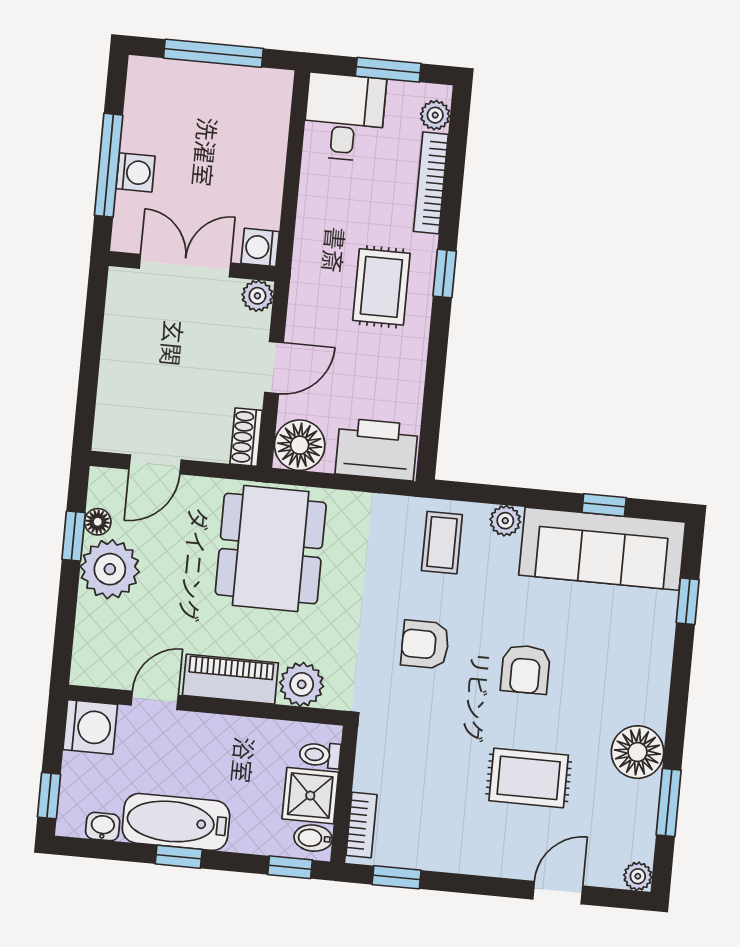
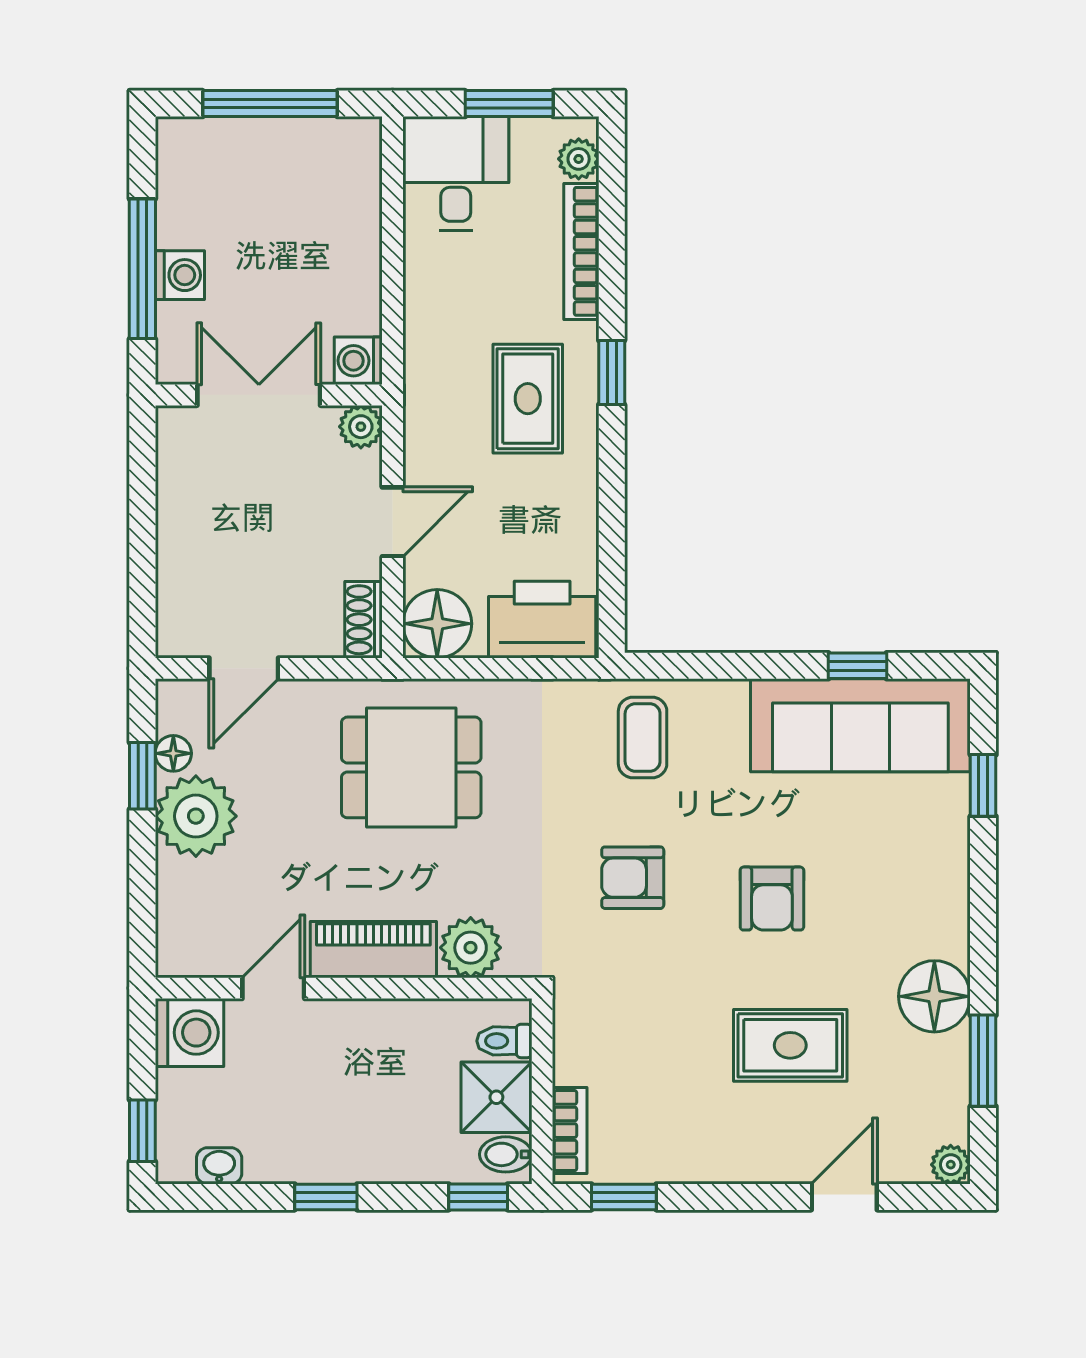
plant: (505, 521) -> (726, 700), removed
dining table: (271, 549) -> (411, 767), width x0.73
bathtub: (176, 822) -> (318, 1150), removed

